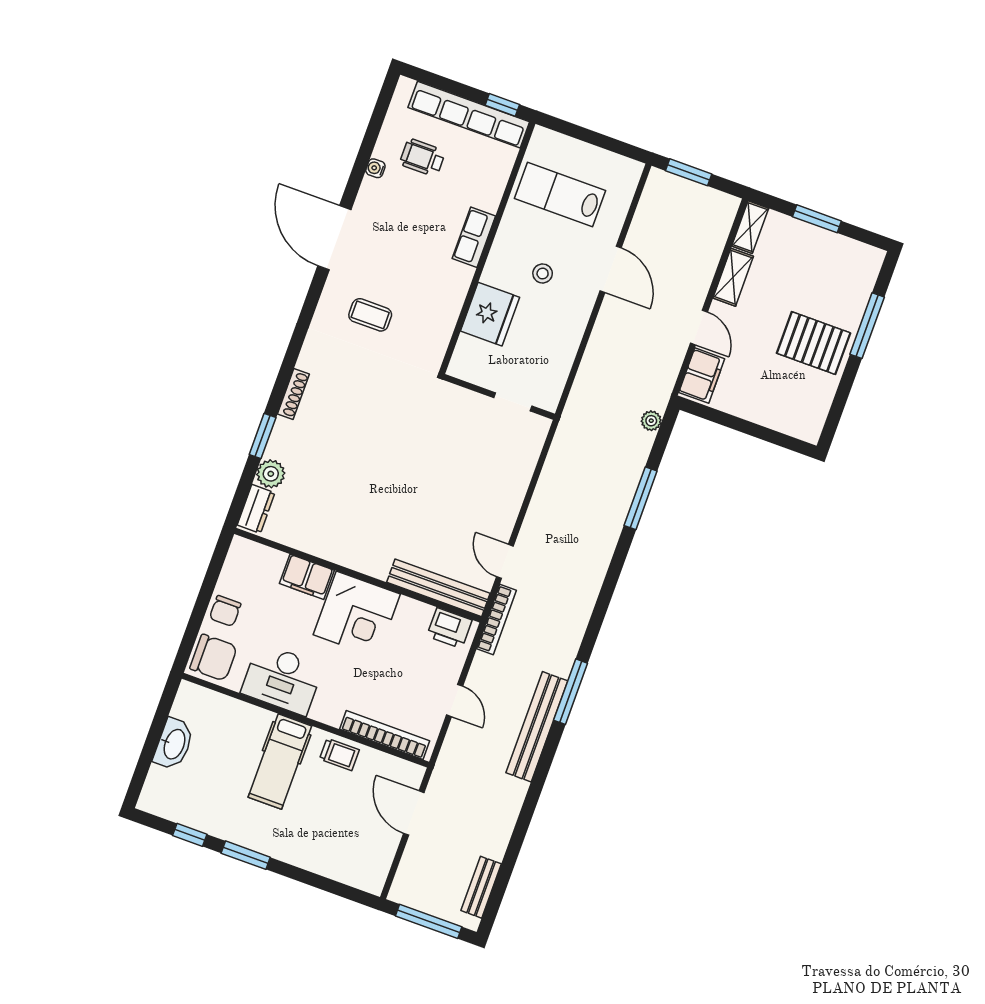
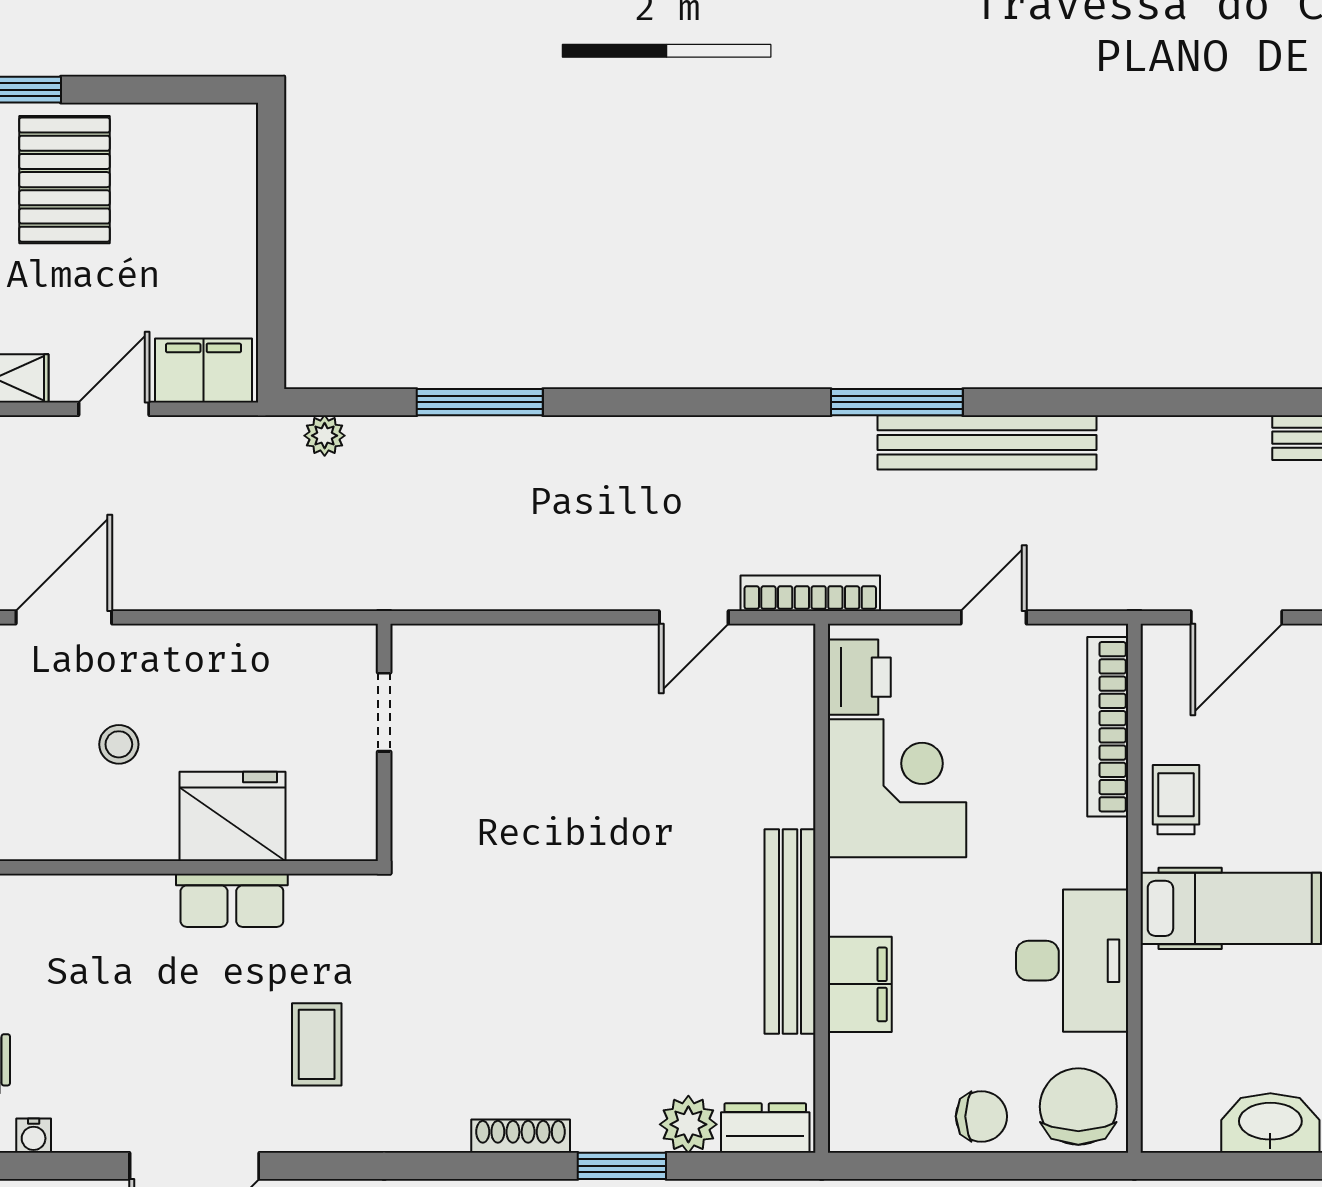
row of seats: (474, 237) -> (232, 900), moved
bench: (438, 588) -> (790, 932), moved
corner desk: (357, 614) -> (897, 788), moved

